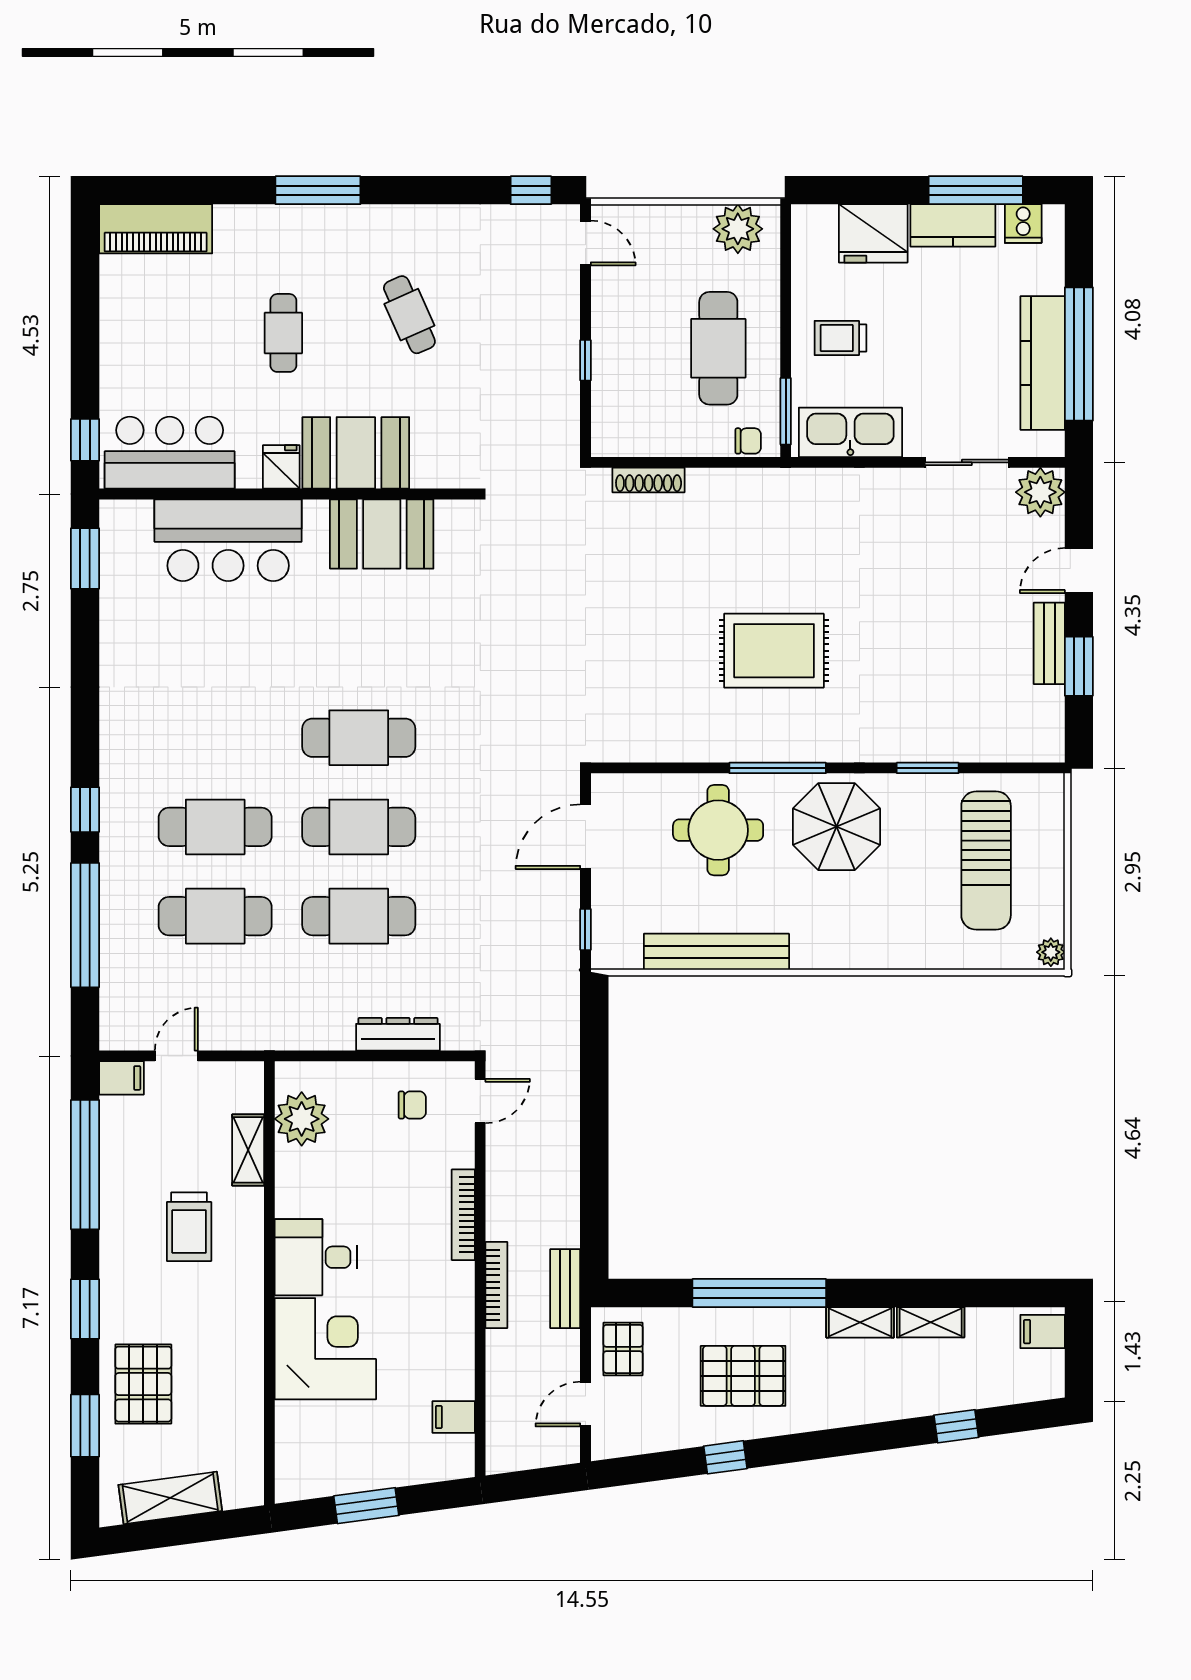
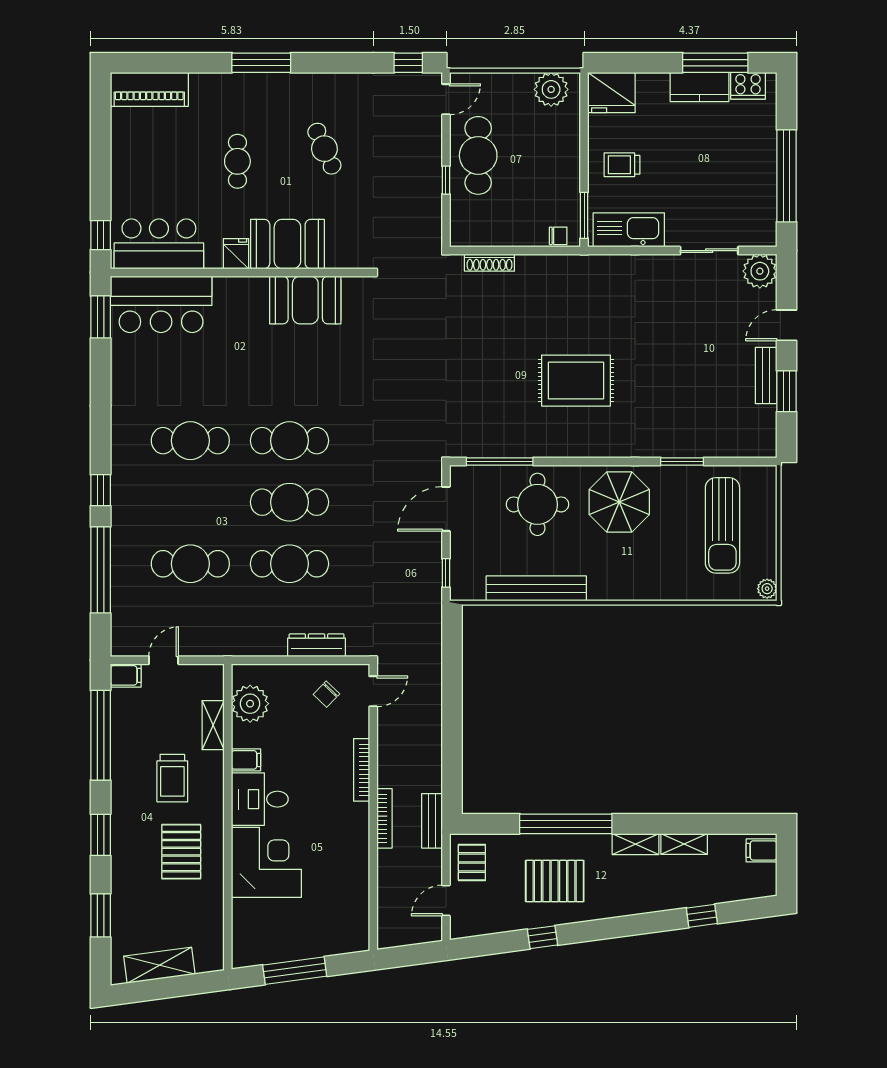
cooker: (1023, 224) -> (748, 86), width x1.36
fridge: (873, 233) -> (611, 93), moved
door: (585, 243) -> (446, 99), hinge flipped
cafe table: (718, 348) -> (478, 155), moved
kitchen counter: (1043, 363) -> (761, 182), removed
bar counter: (228, 540) -> (161, 304), moved
window: (778, 768) -> (500, 461), moved
cafe table: (215, 827) -> (190, 441), moved
chair: (412, 1105) -> (326, 694), turned 134
pallet: (143, 1384) -> (181, 852), moved
filing cabinet: (454, 1417) -> (246, 760), moved, turned 180
window: (366, 1506) -> (295, 971), width x1.44

